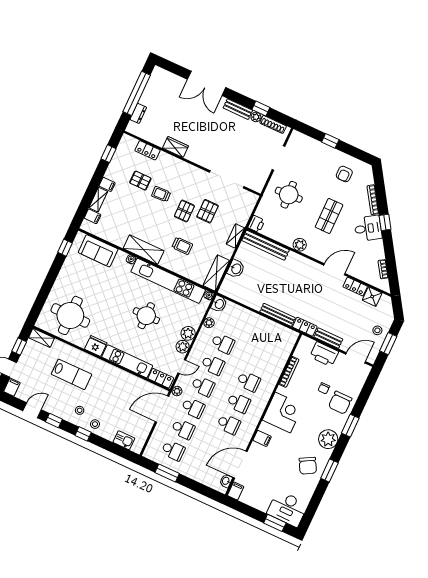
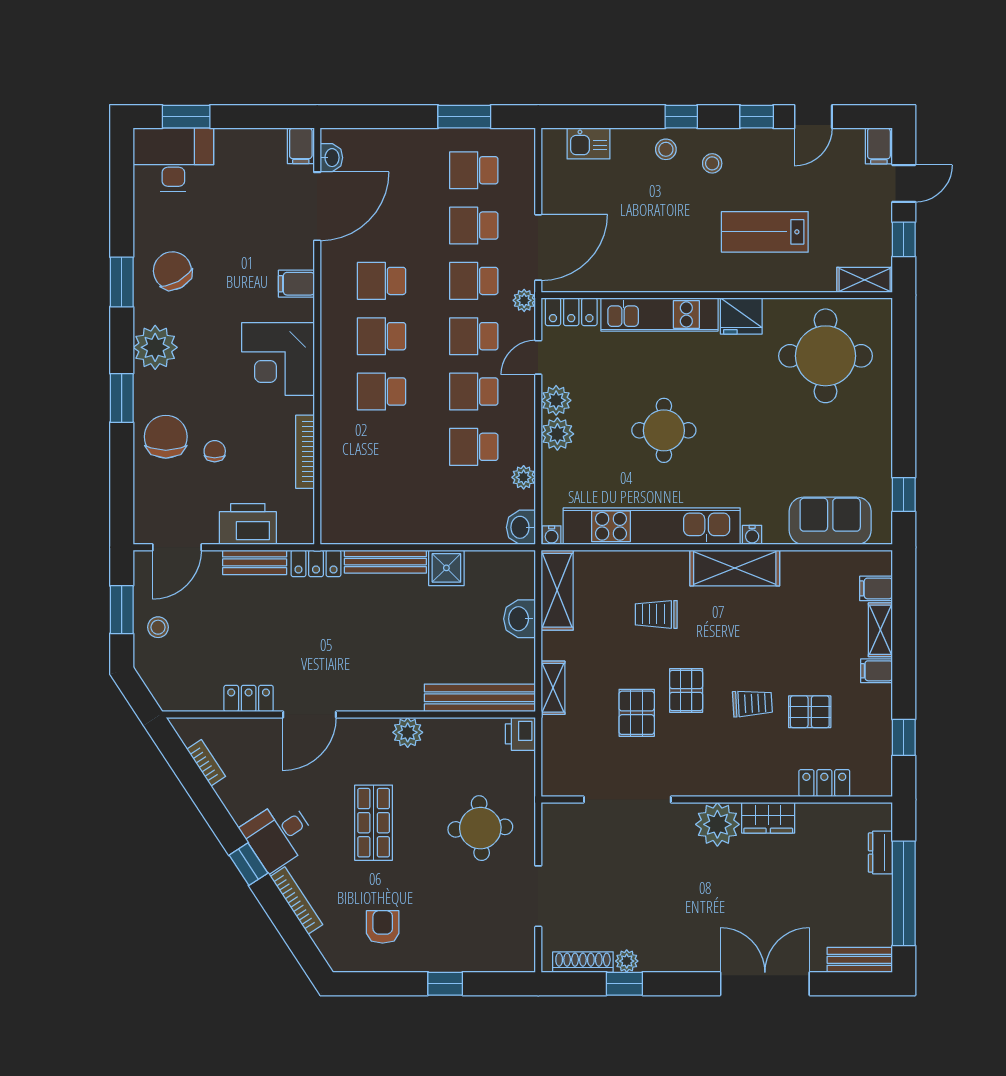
bench: (238, 109) -> (860, 960), moved
plant: (196, 154) -> (717, 824), added
shower: (372, 297) -> (446, 568), moved

